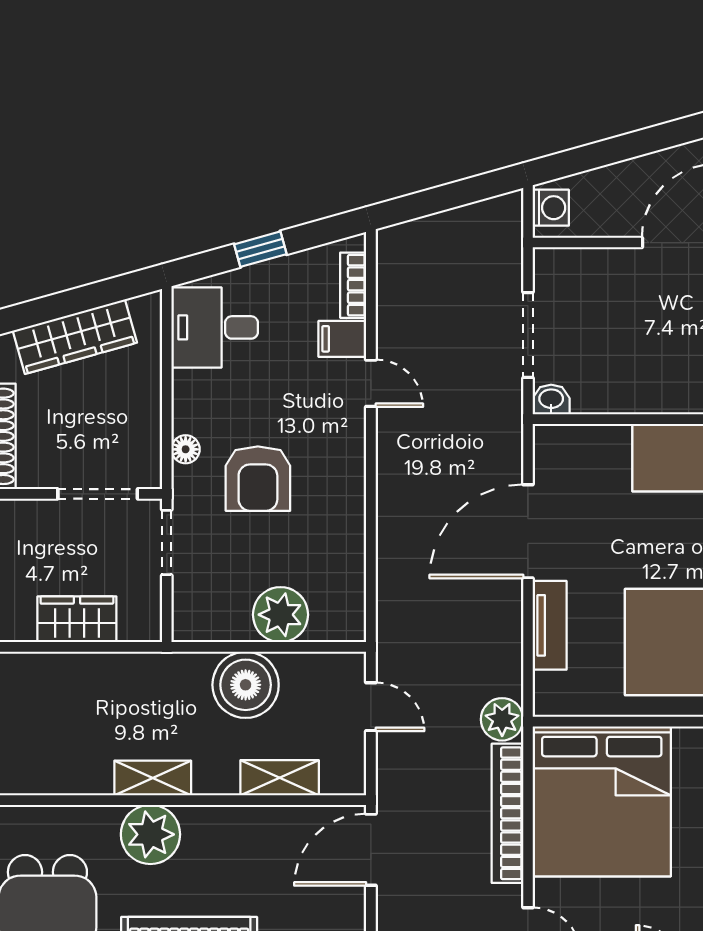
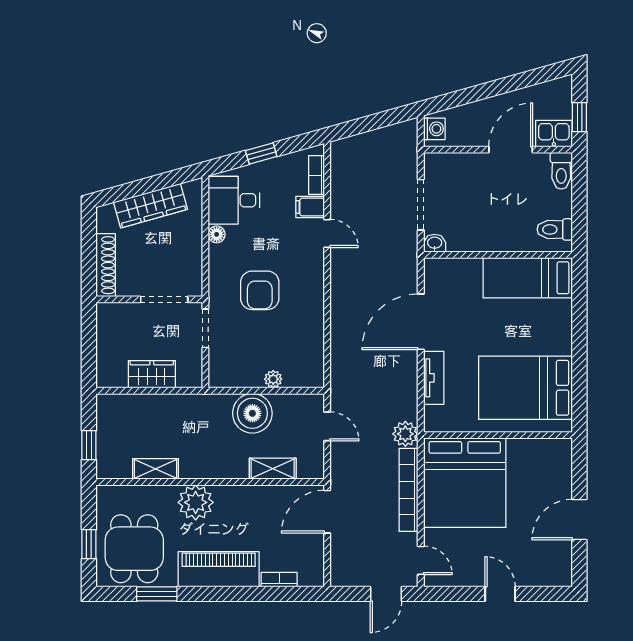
floor lamp: (186, 449) -> (217, 234), moved
plant: (280, 615) -> (273, 379), width x0.53, depth x0.53
shelving: (153, 778) -> (156, 469), moved

